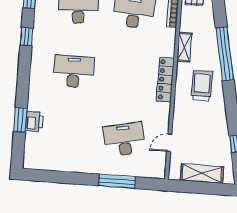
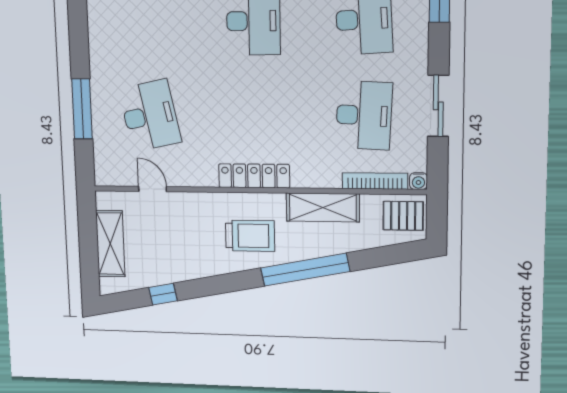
shelving: (184, 47) -> (323, 207), width x1.50, depth x1.33

